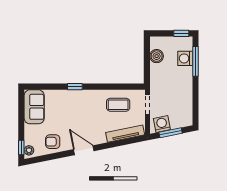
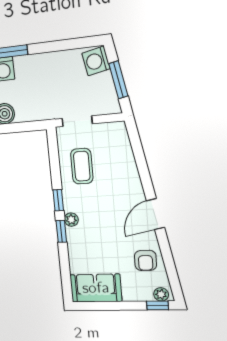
window: (96, 87) -> (58, 200), added
plant: (83, 94) -> (71, 220), added
washing machine: (162, 124) -> (96, 61), moved
tv unit: (125, 134) -> (125, 152), removed

